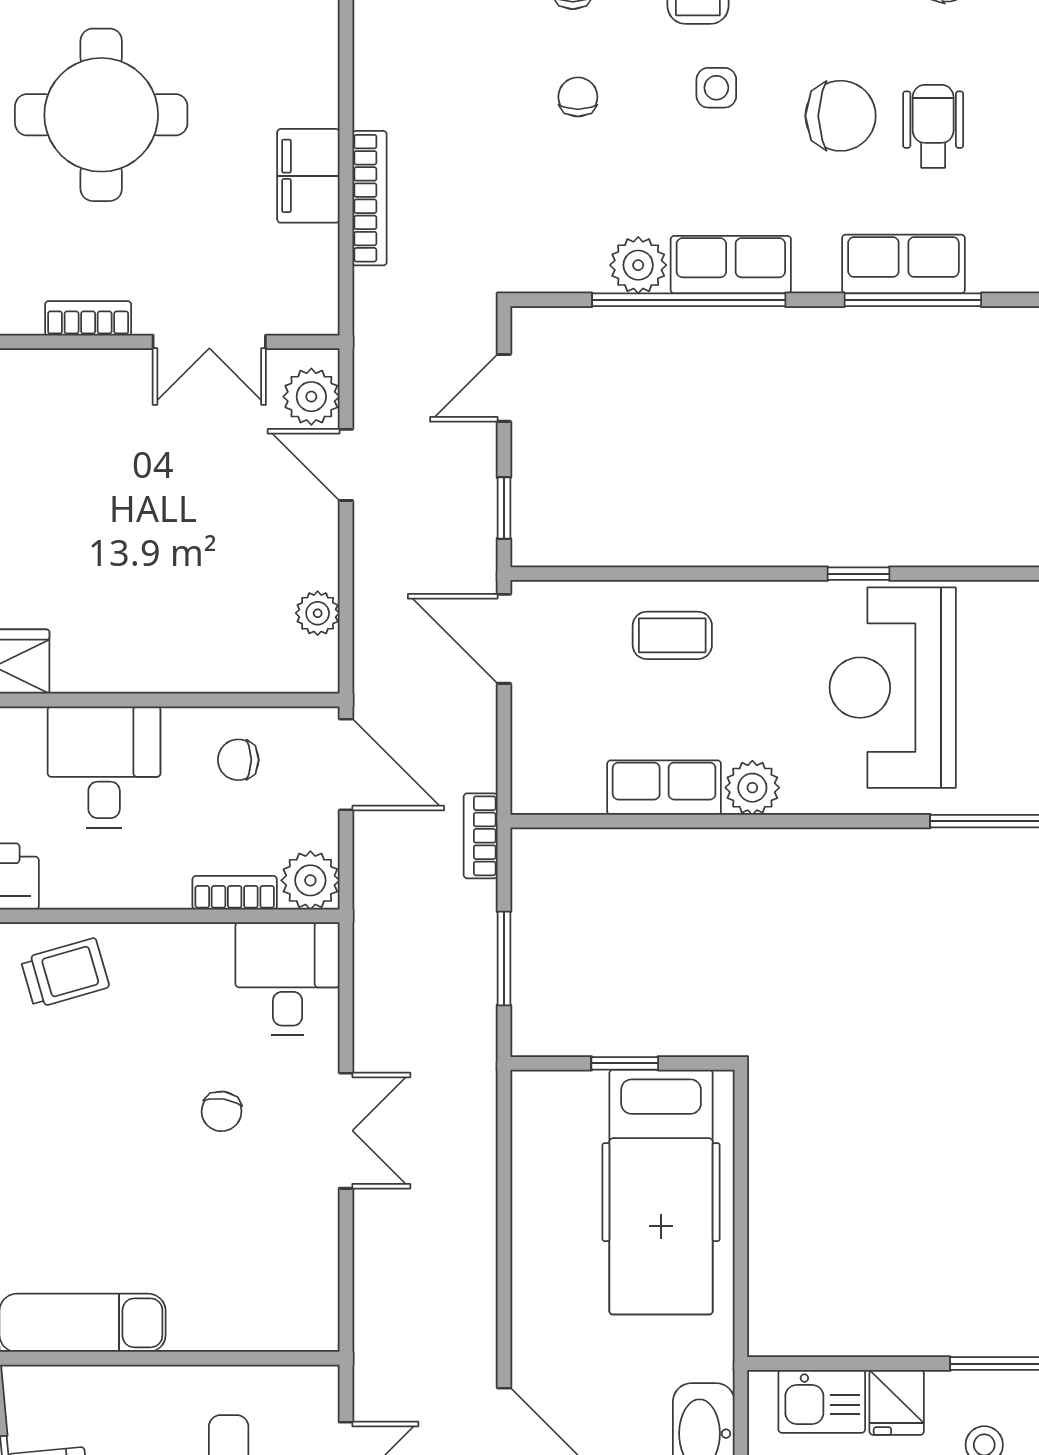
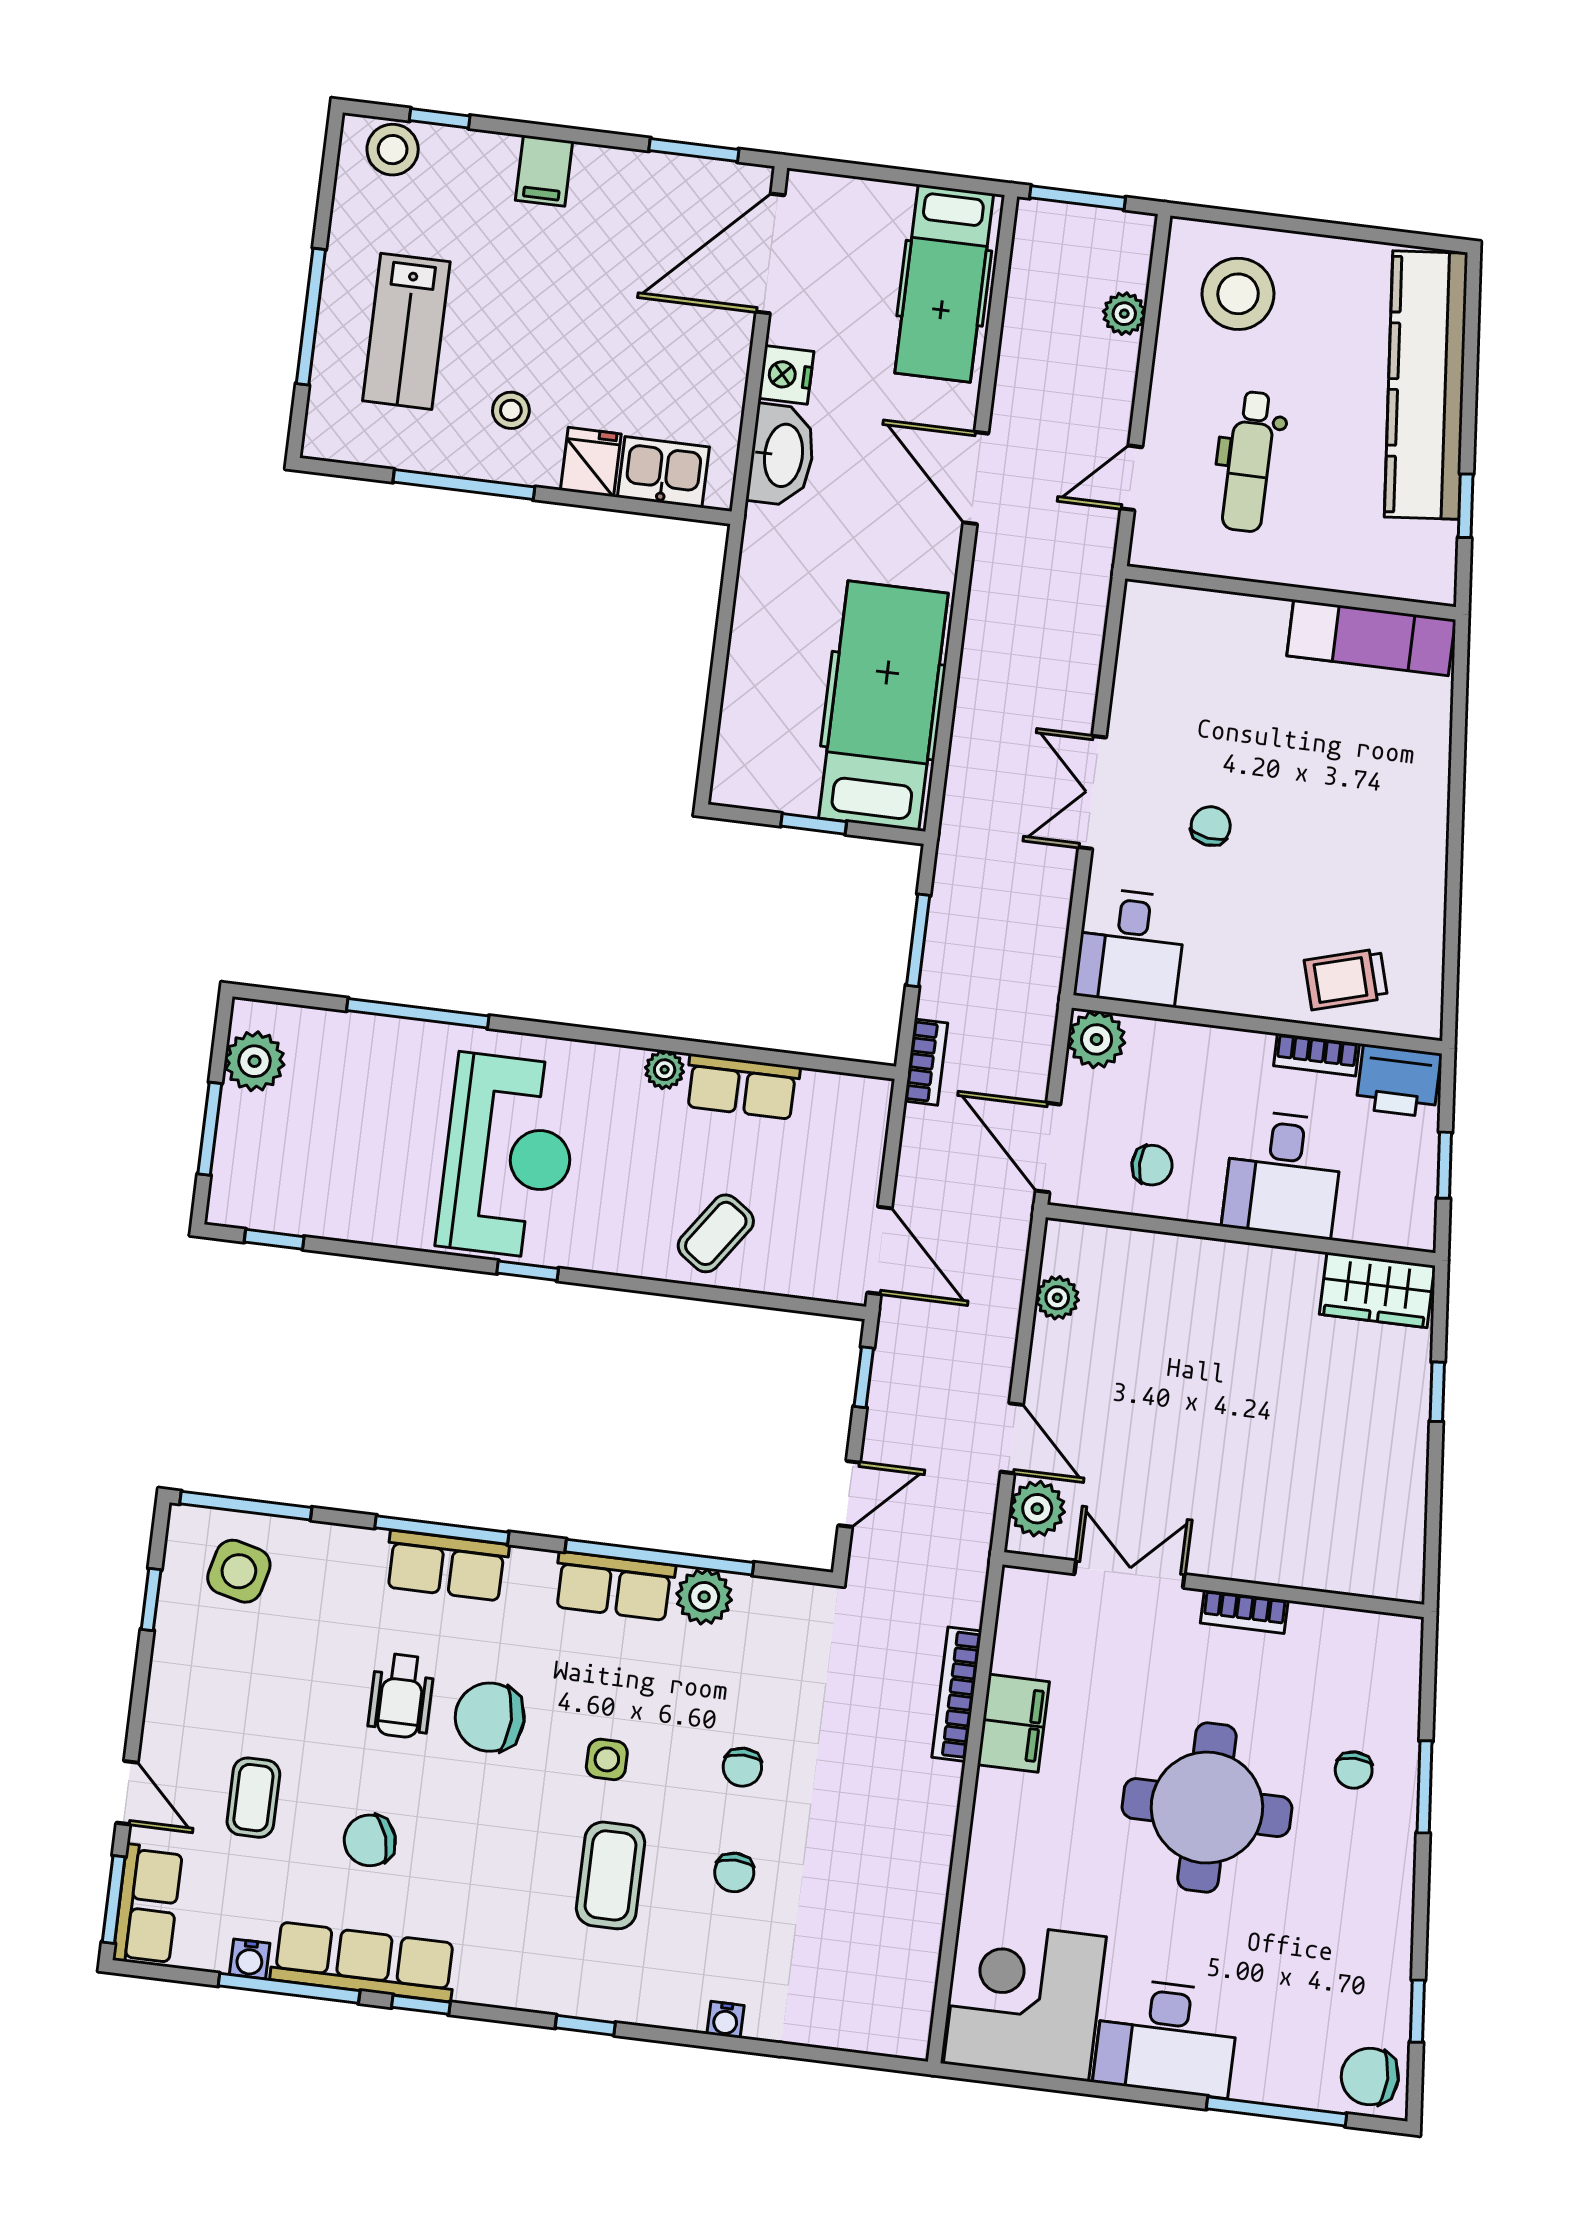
coffee table: (672, 635) -> (716, 1233), turned -55
plant: (752, 788) -> (665, 1070), width x0.73, depth x0.73
bookcase: (235, 893) -> (1317, 1055), moved
hospital bed: (661, 1192) -> (883, 706), moved

